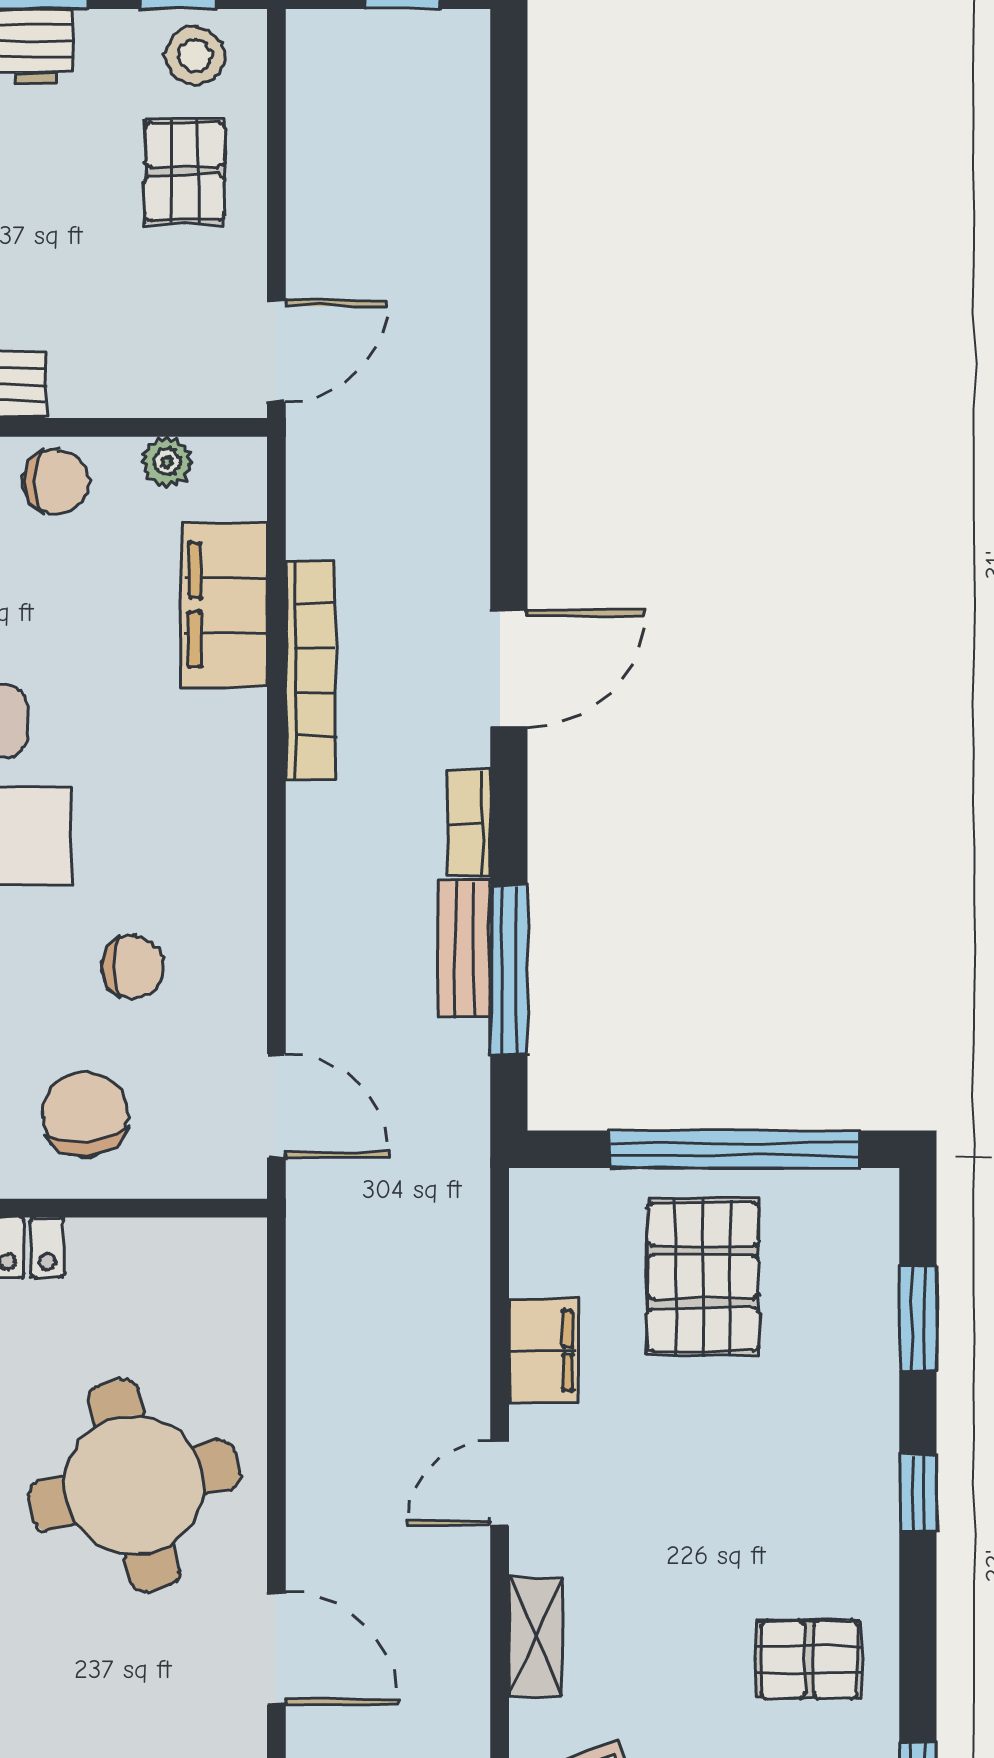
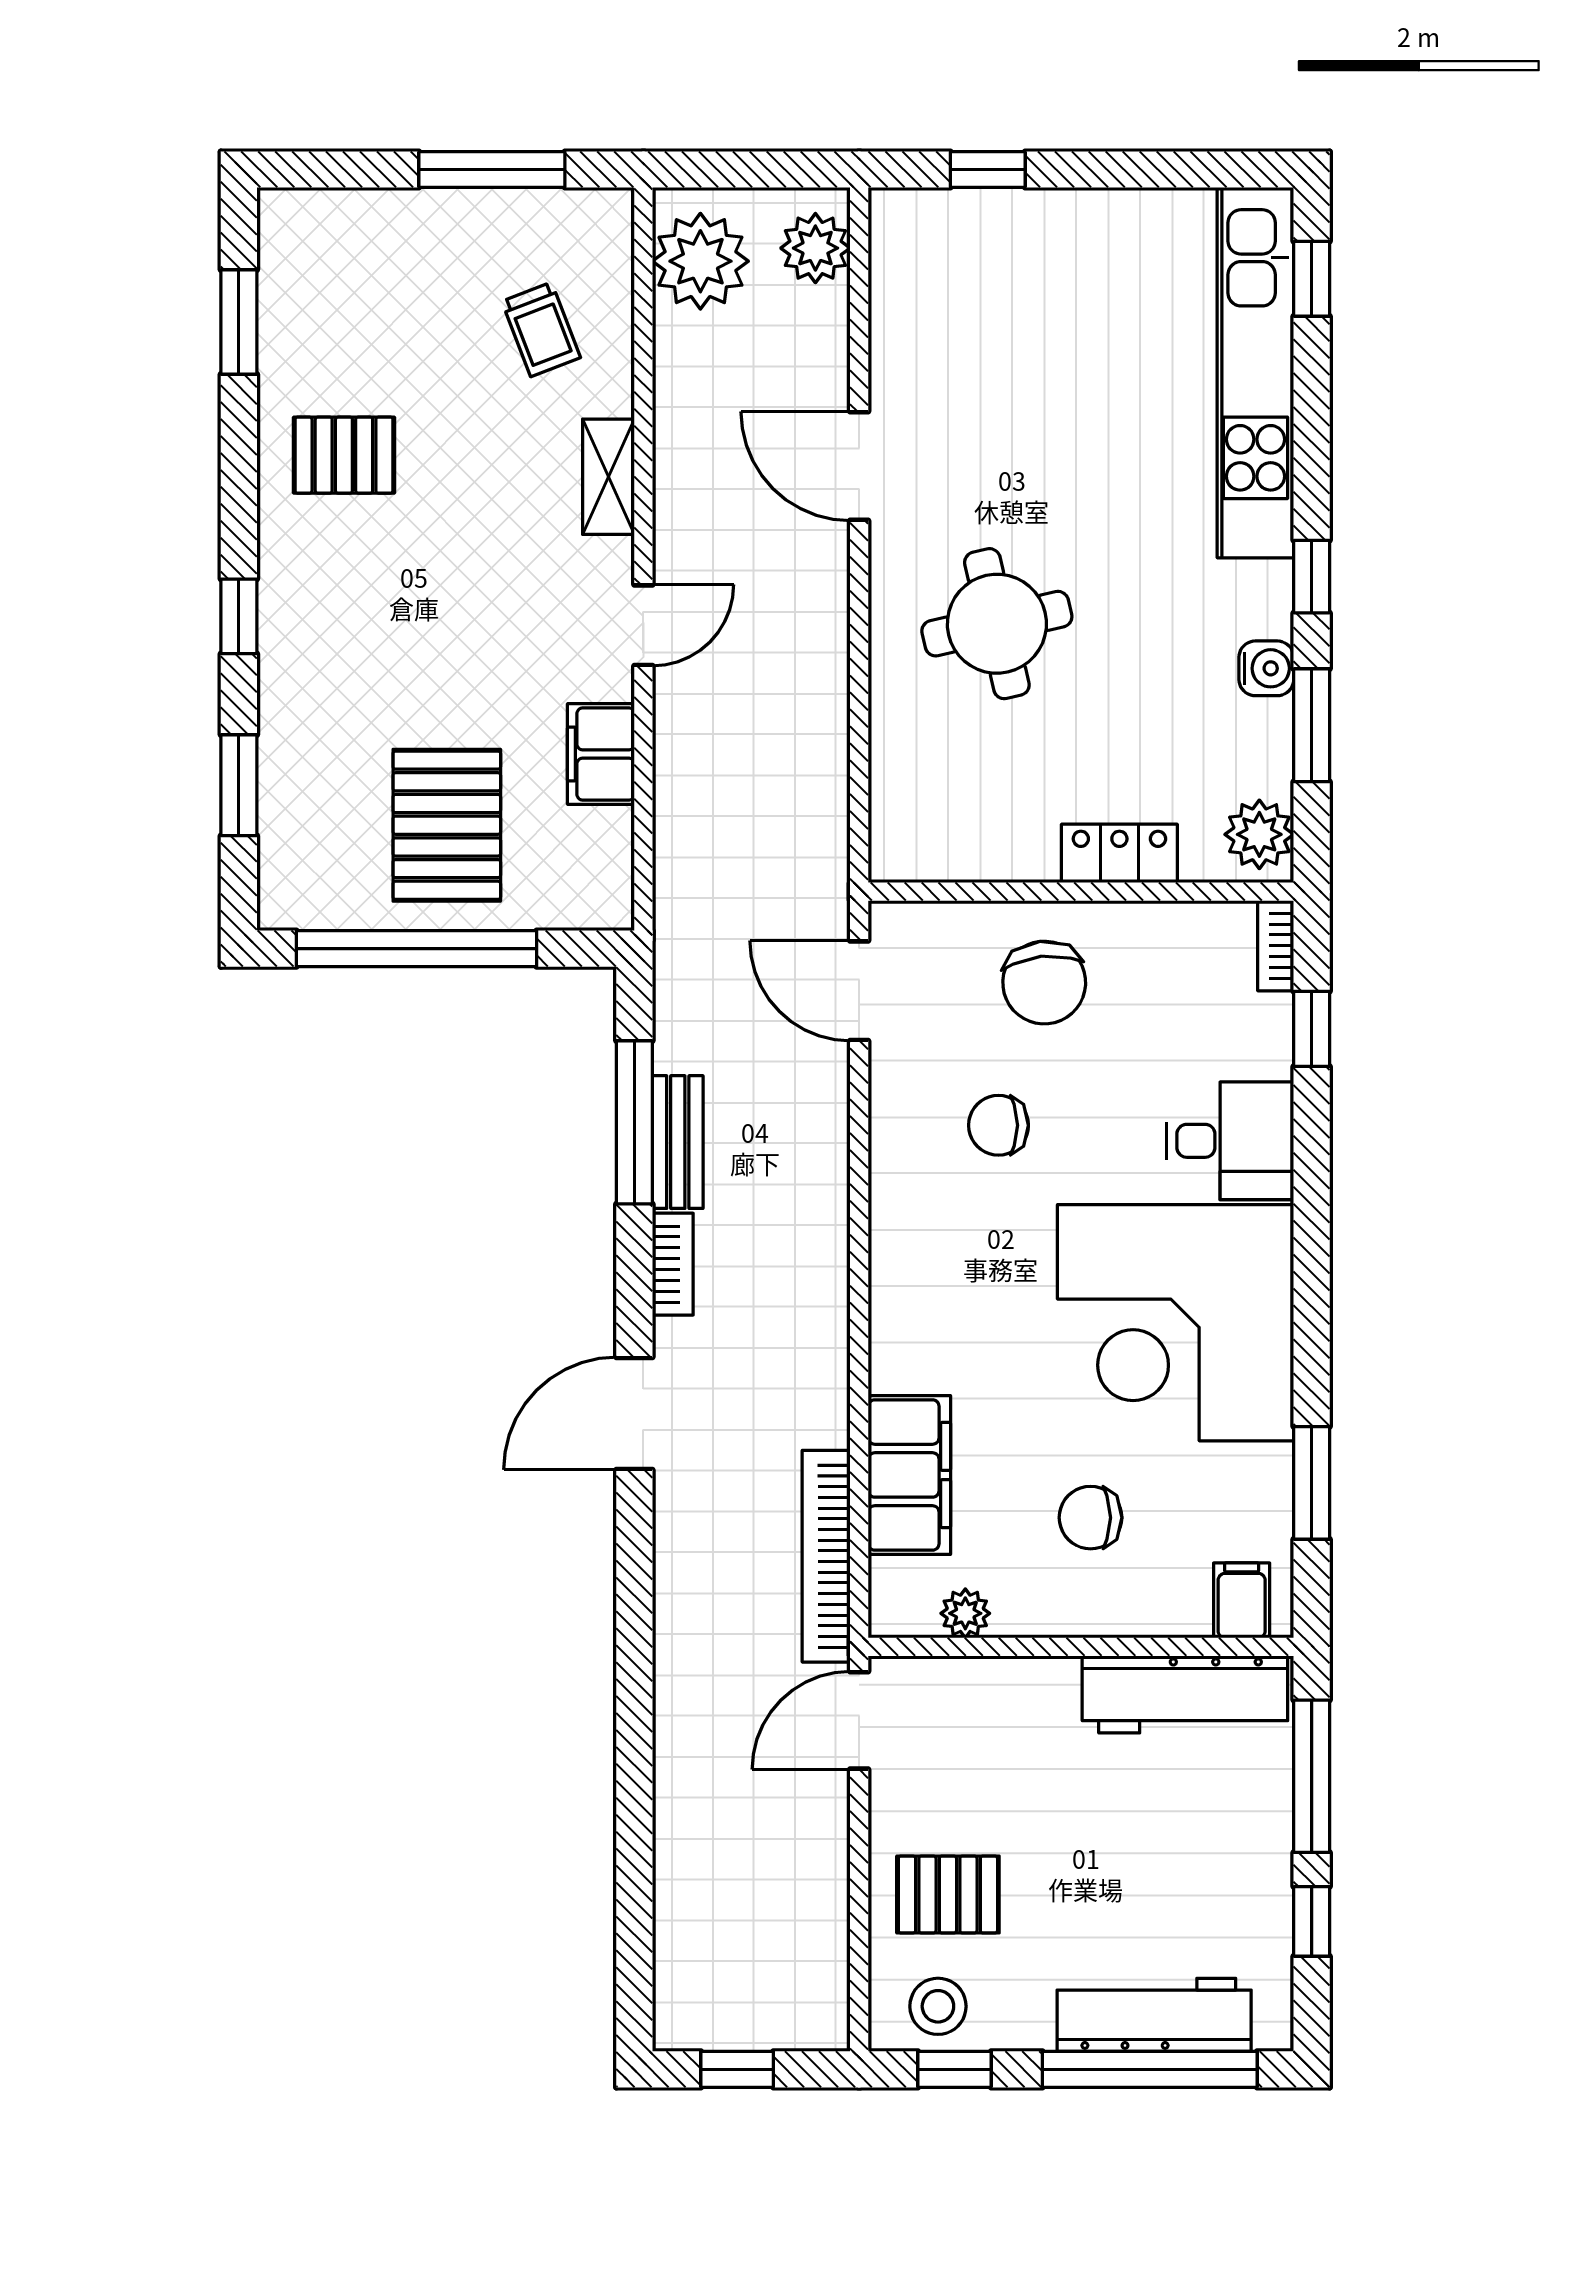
pallet: (185, 171) -> (948, 1894), turned 90
chair: (56, 482) -> (1090, 1518), moved
bookcase: (311, 670) -> (826, 1556), moved
round table: (134, 1485) -> (997, 624), width x0.73, depth x0.73

